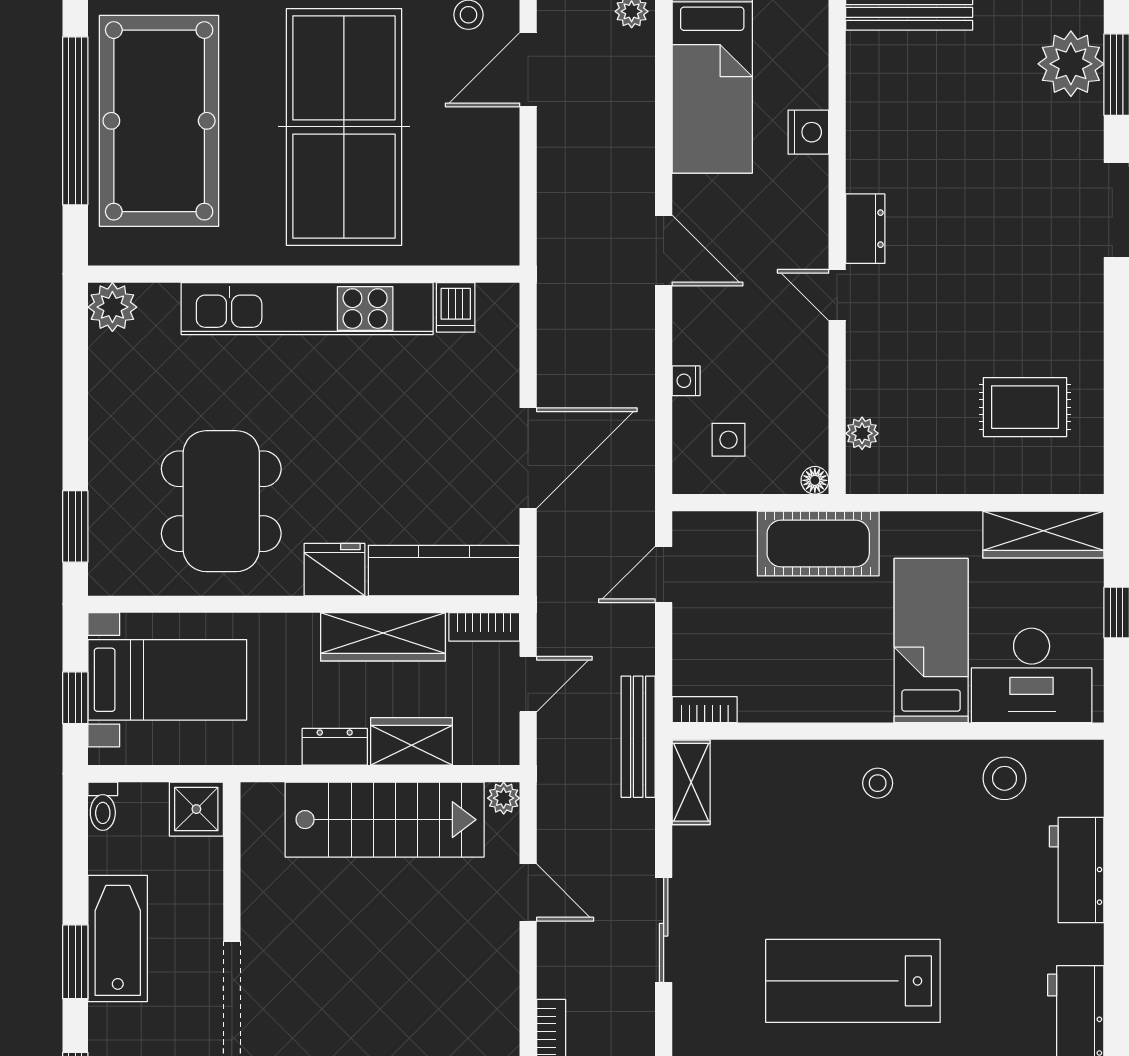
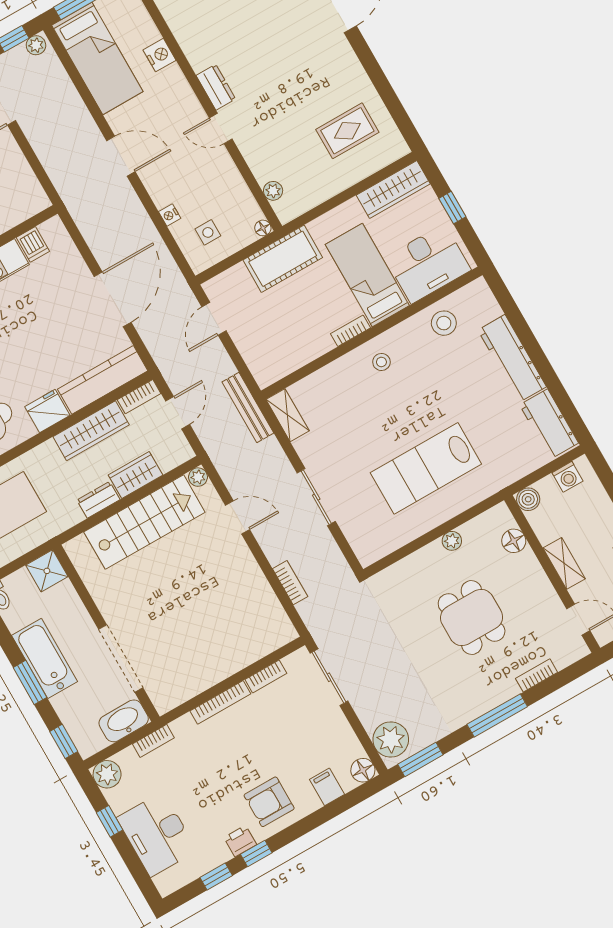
bookcase: (705, 710) -> (351, 331), moved
workbench: (1077, 870) -> (512, 358), width x1.38

